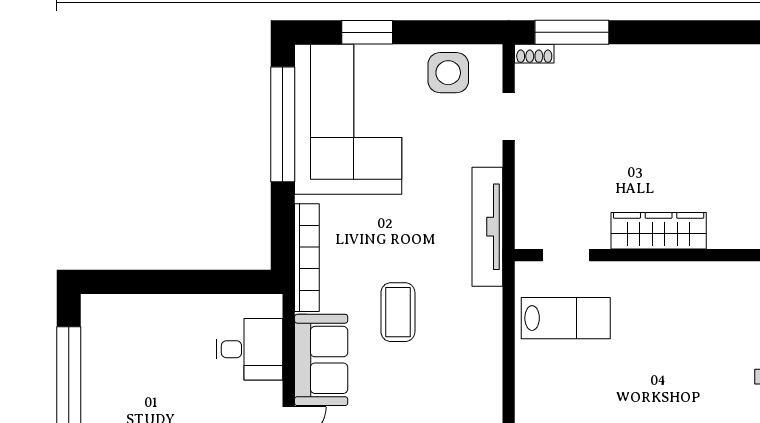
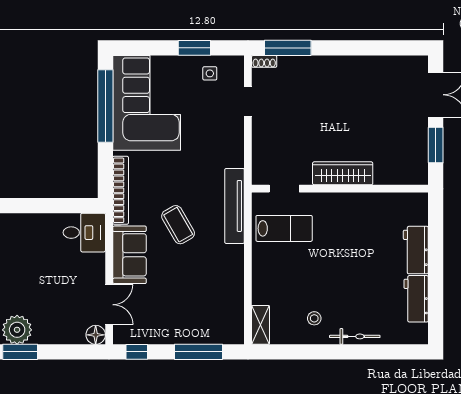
window: (367, 32) -> (194, 48), moved
side table: (448, 73) -> (210, 73), width x0.54, depth x0.54
tv unit: (487, 227) -> (235, 206), moved
coffee table: (398, 312) -> (178, 225), turned -30
desk: (249, 349) -> (84, 233), moved

